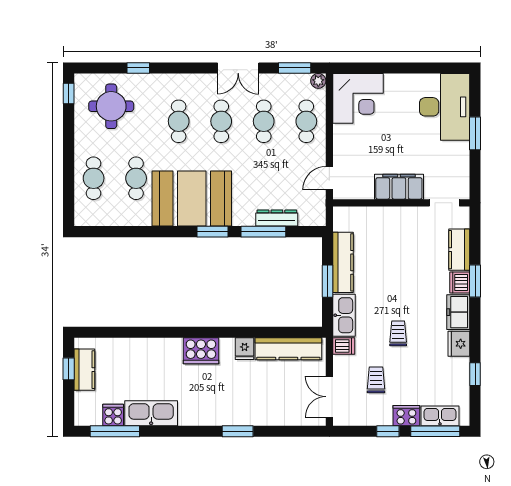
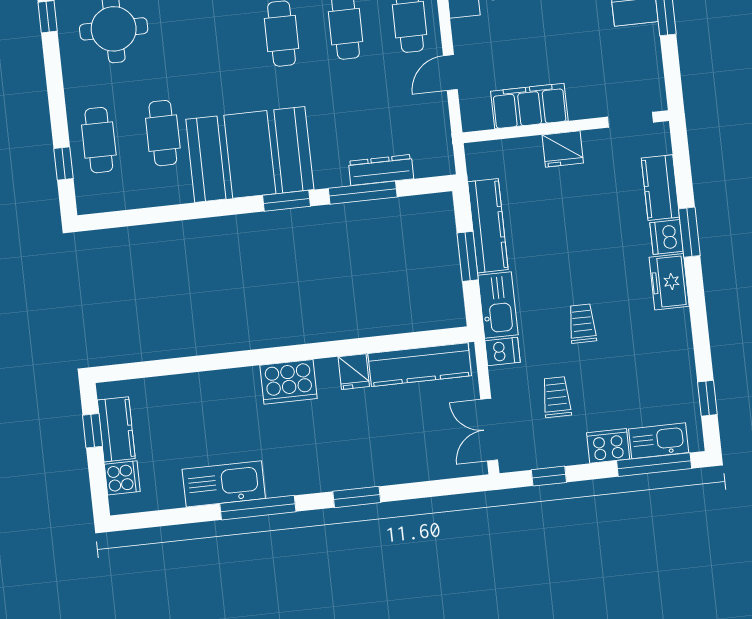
cafe table: (179, 121) -> (218, 41), removed
door: (329, 178) -> (450, 73), moved
filing cabinet: (399, 187) -> (529, 106), moved
window: (69, 191) -> (64, 164), added
fridge: (459, 344) -> (563, 149), moved, turned -90
window: (475, 374) -> (707, 398), moved
cooker: (113, 415) -> (122, 478), moved, turned 90
window: (115, 431) -> (258, 508), moved
window: (388, 431) -> (549, 476), moved

